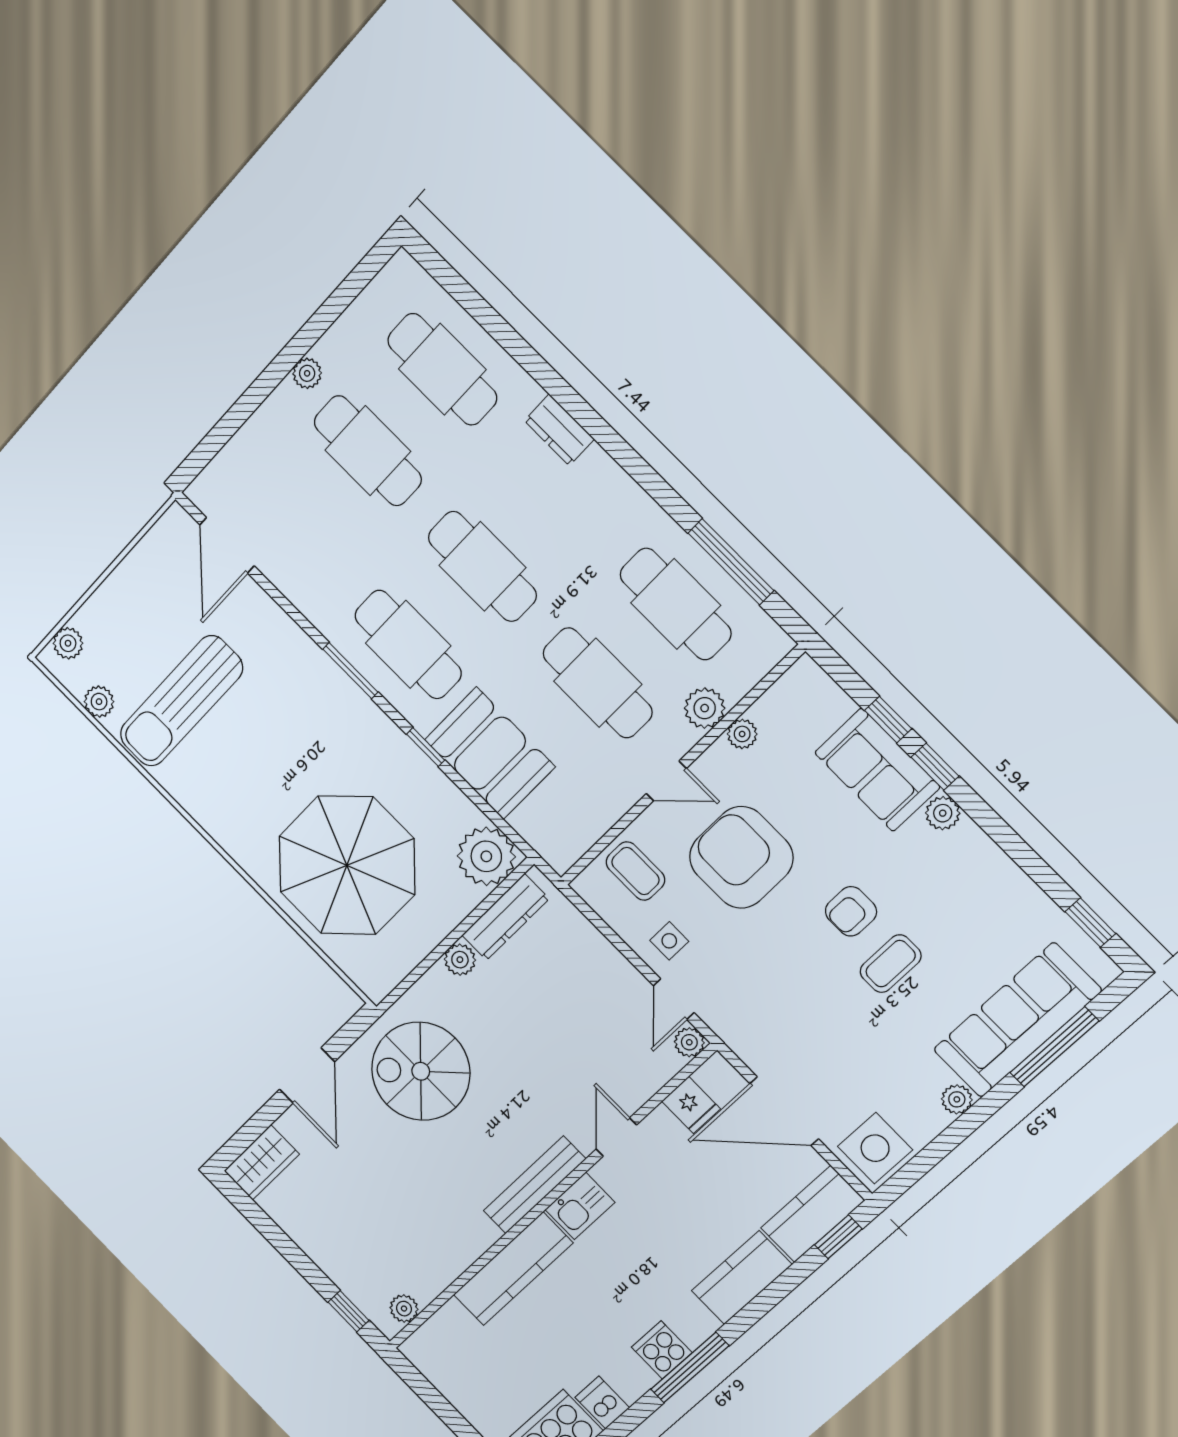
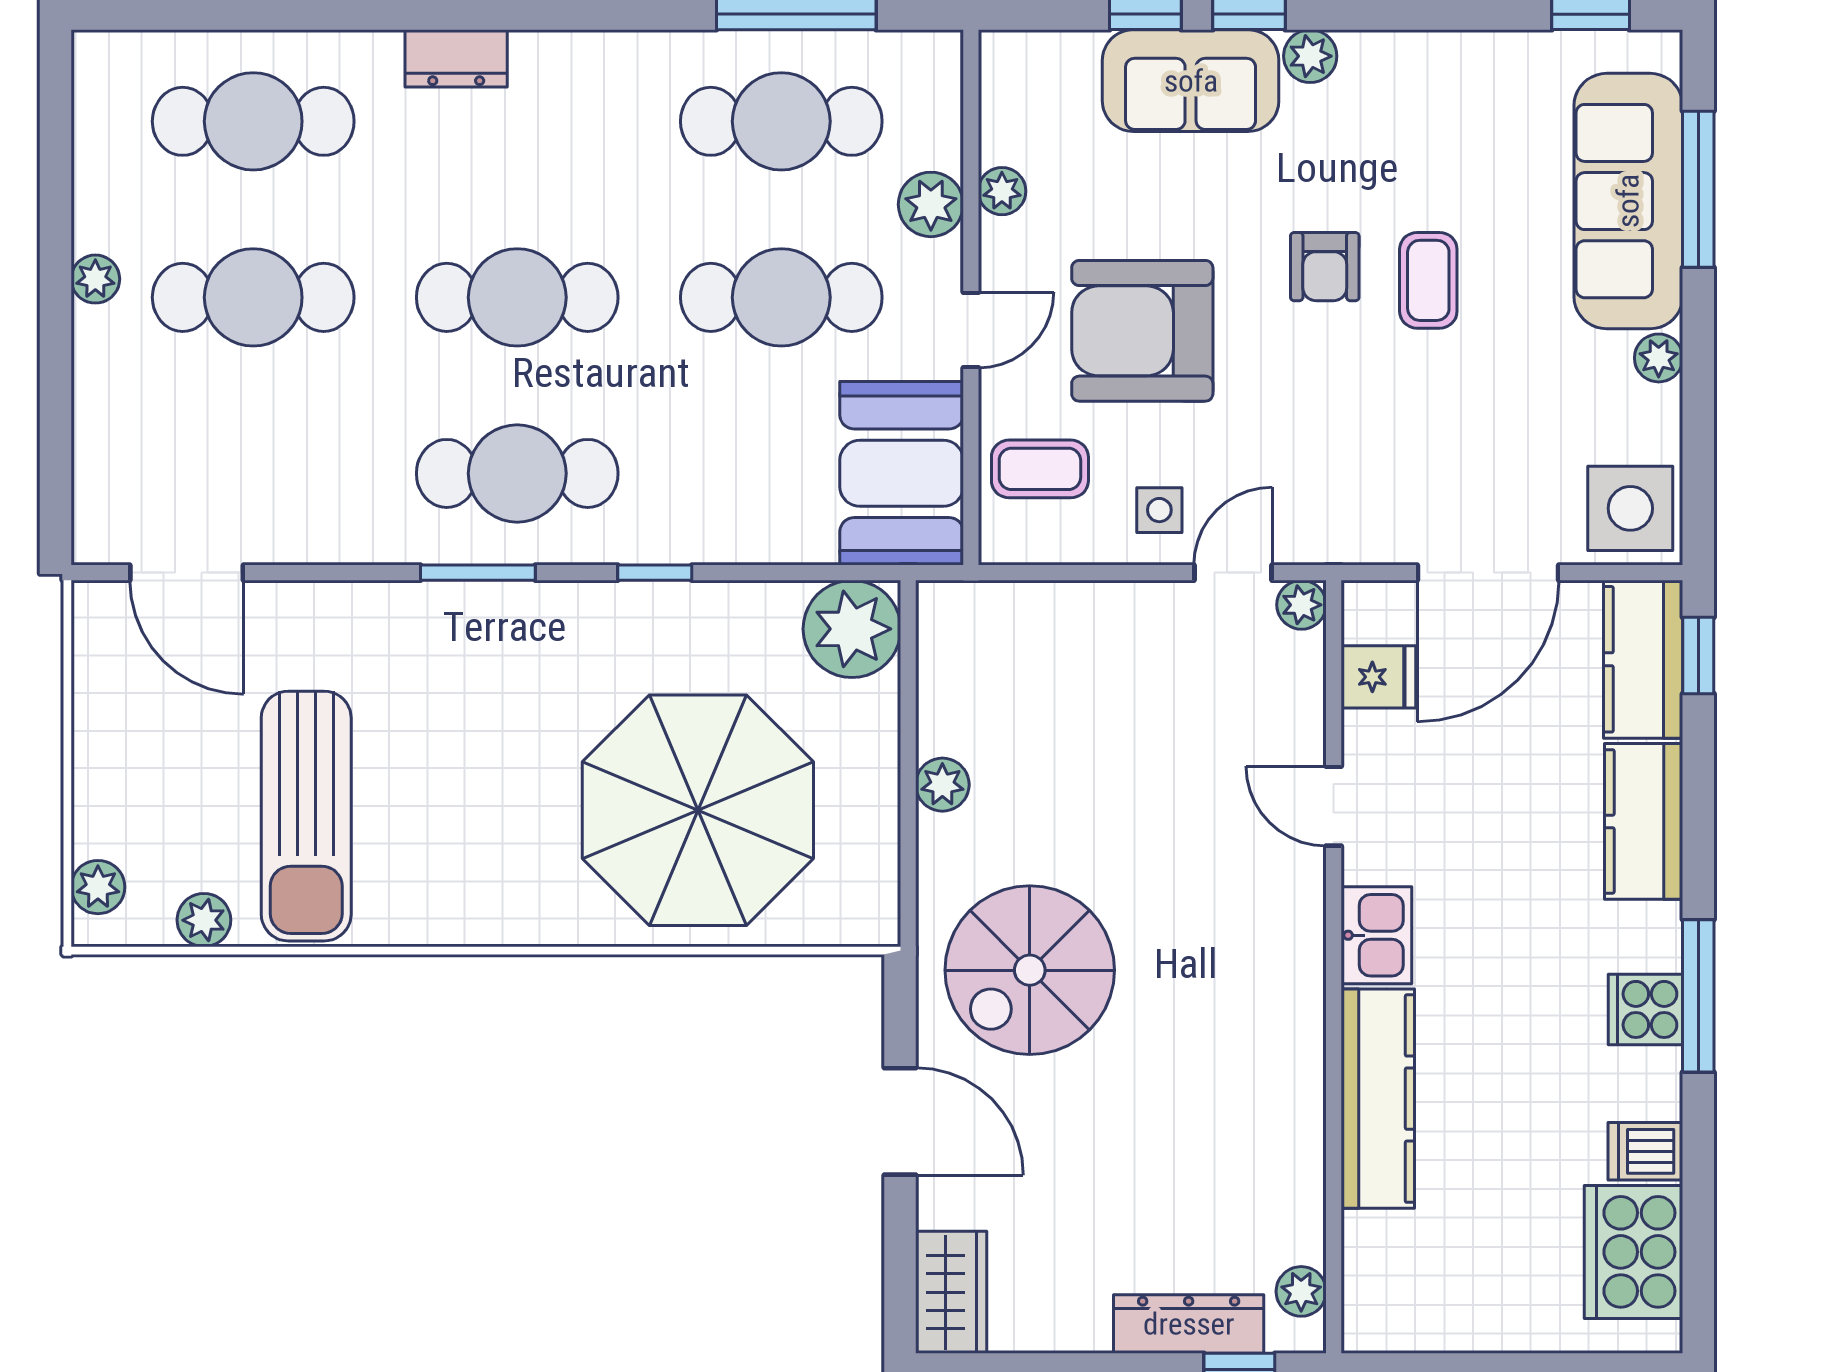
booth: (490, 753) -> (902, 473), moved, turned 90
dresser: (505, 917) -> (1189, 1324), moved, turned -90
door: (674, 999) -> (1233, 573), swing flipped
bench: (534, 1185) -> (1299, 967), removed

